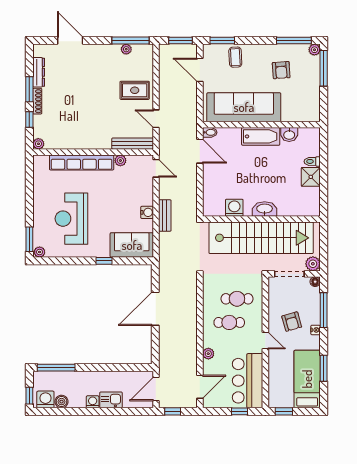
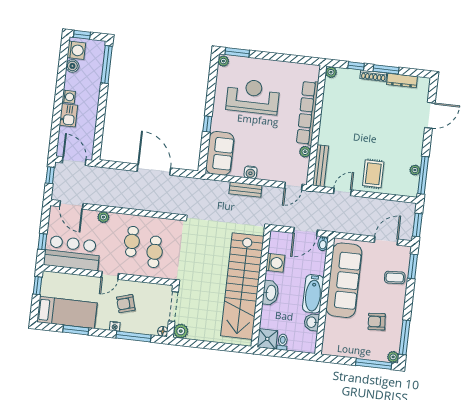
washing machine: (234, 208) -> (275, 263), moved
washbasin: (265, 209) -> (270, 293), moved
wall: (261, 219) -> (261, 288), moved
stairs: (261, 238) -> (242, 286), moved

